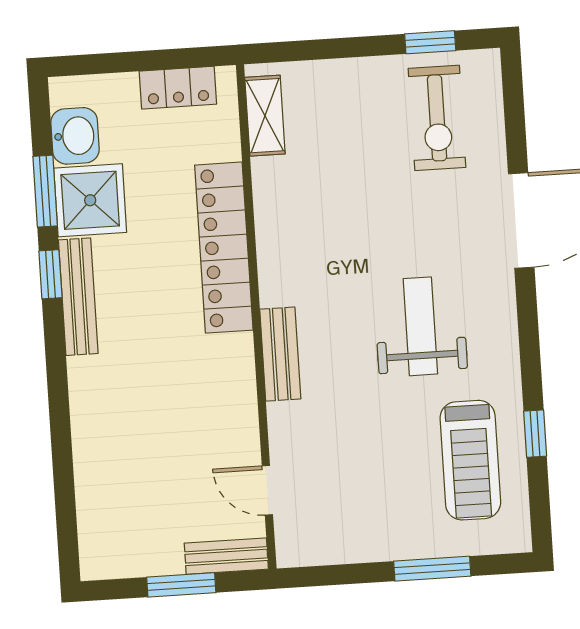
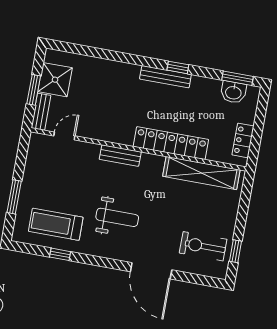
shelving: (265, 116) -> (201, 173), width x2.20, depth x1.33
window: (45, 191) -> (238, 78), moved
shower: (90, 200) -> (55, 80), moved

